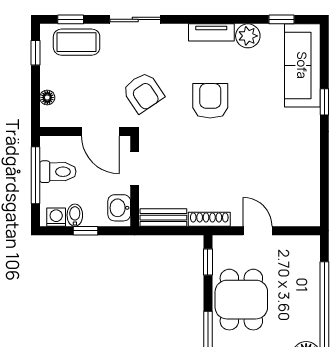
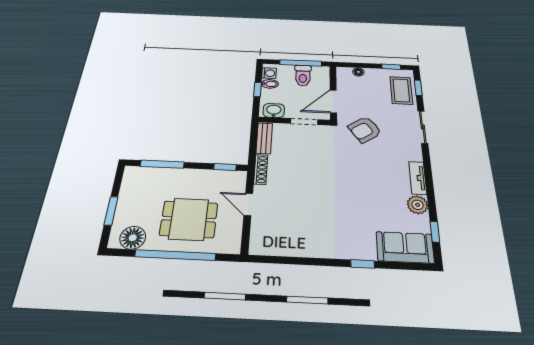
sofa: (302, 65) -> (405, 247), width x0.73
armchair: (210, 101) -> (360, 175), removed
door: (258, 231) -> (248, 204), swing flipped
dining table: (241, 300) -> (189, 219), moved

